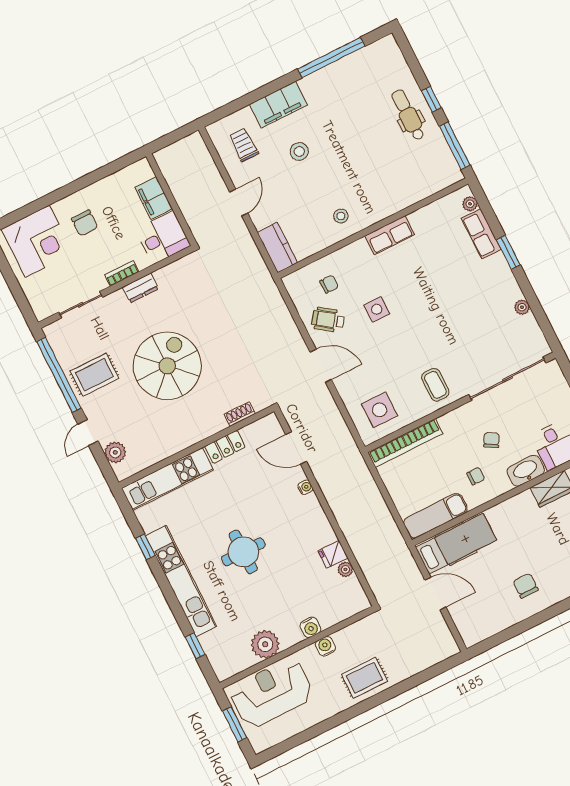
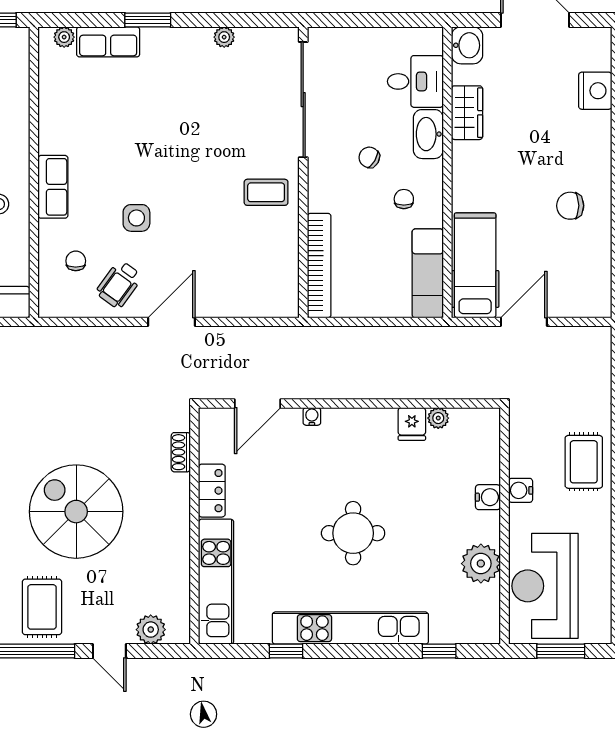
row of seats: (390, 235) -> (53, 187), moved
side table: (380, 410) -> (262, 277), removed

